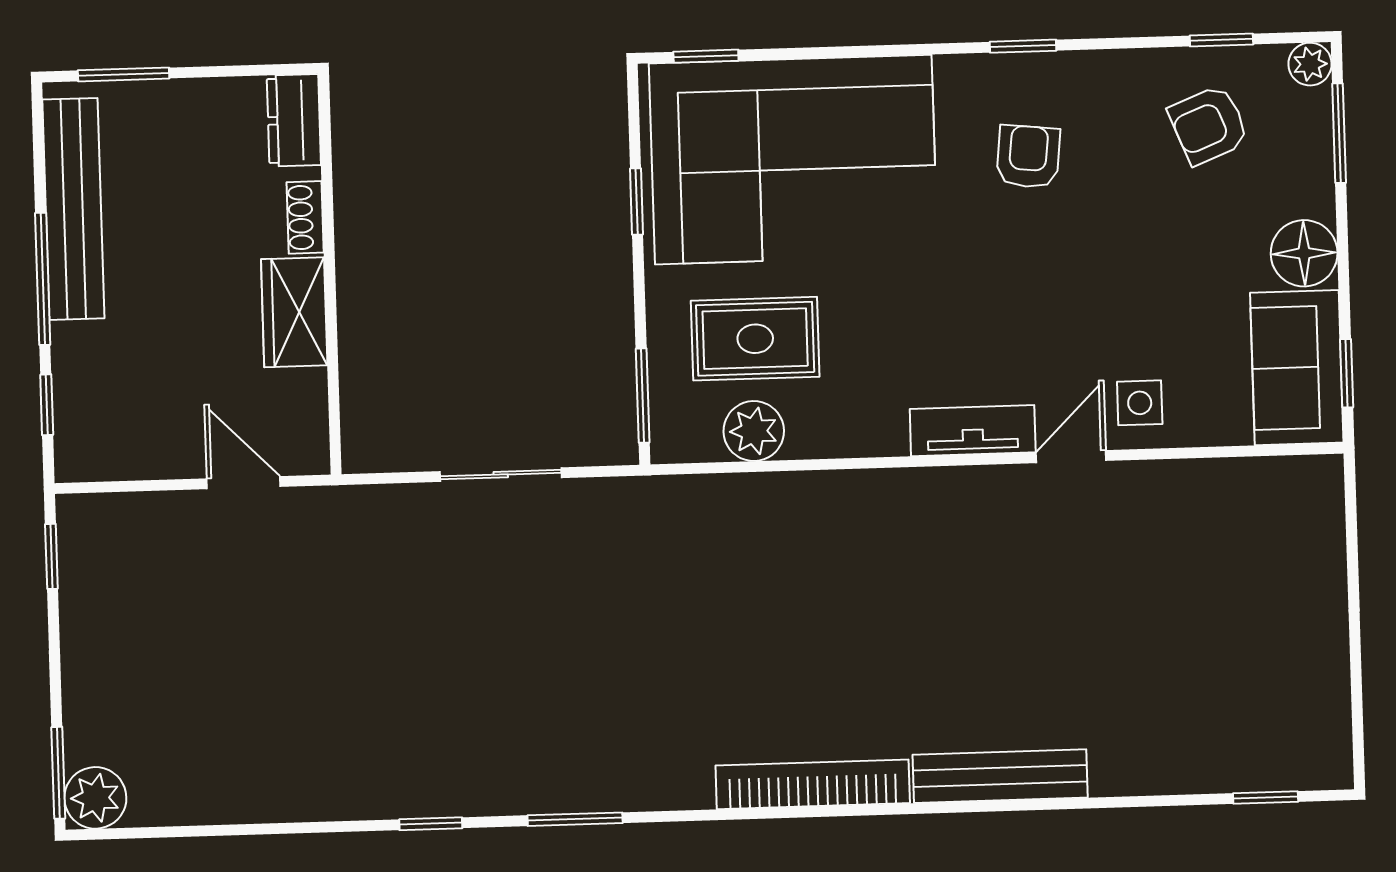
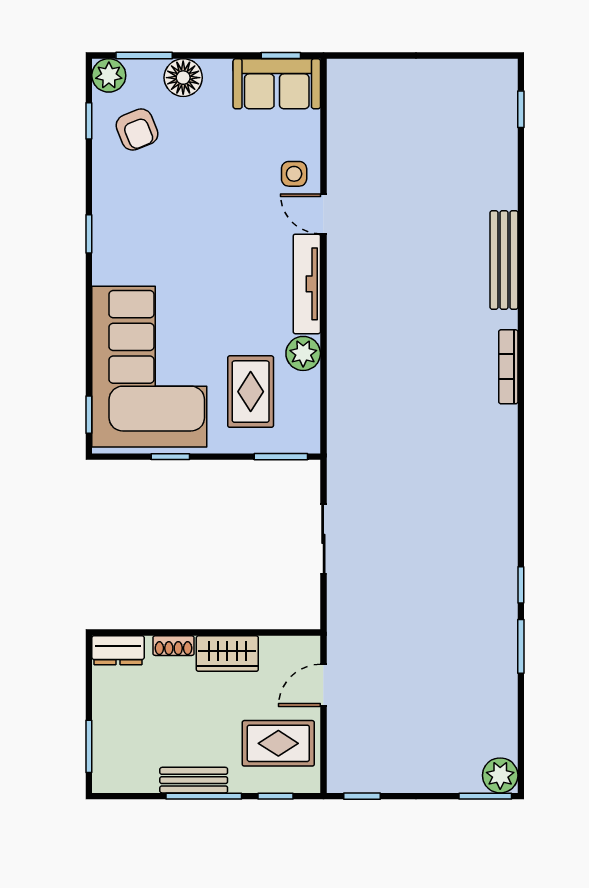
plant: (1310, 64) -> (109, 75), width x1.38, depth x1.38
armchair: (1028, 157) -> (152, 233), removed
bench: (73, 209) -> (194, 780), width x0.54, depth x0.82
floor lamp: (1304, 253) -> (183, 78), moved
rug: (139, 407) -> (278, 743), added
plant: (754, 431) -> (303, 353), moved
tv unit: (973, 431) -> (307, 284), width x1.41
bookcase: (813, 784) -> (508, 367), width x0.68, depth x0.76
window: (575, 819) -> (521, 646), moved

